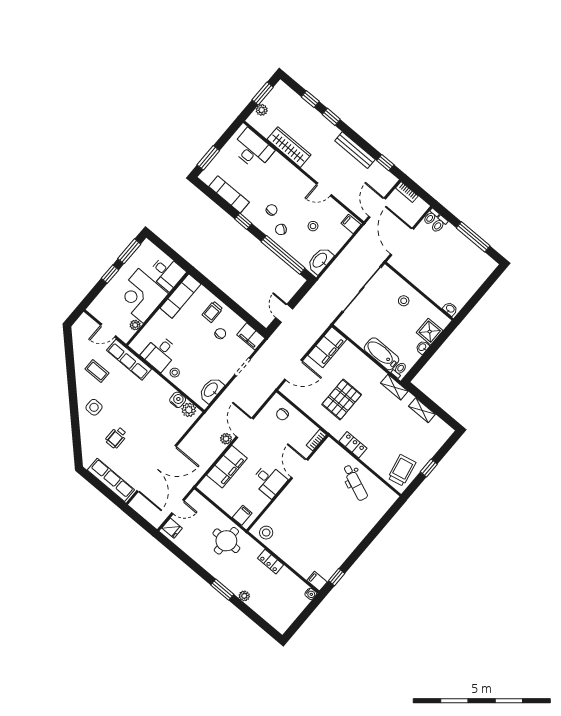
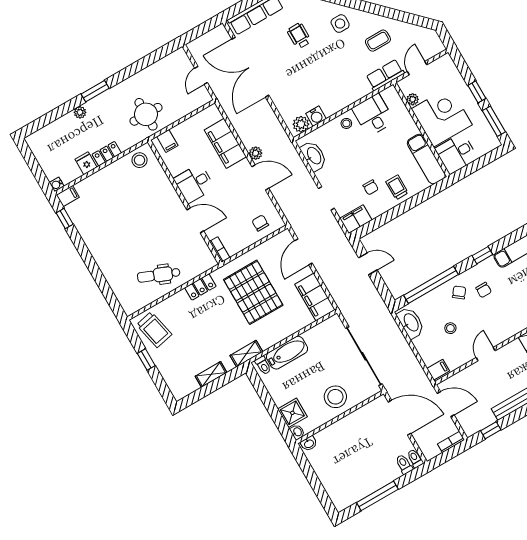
stool: (404, 301) -> (335, 397), width x1.89, depth x1.89
washbasin: (422, 347) -> (297, 432), moved
row of seats: (129, 360) -> (385, 75), width x0.68
pallet: (342, 400) -> (253, 292), width x1.37, depth x1.41
fridge: (172, 528) -> (86, 163), moved, turned 90

